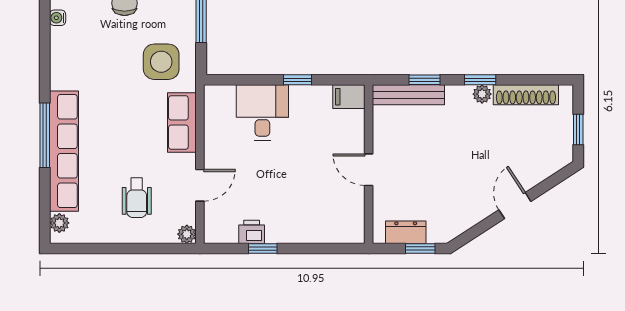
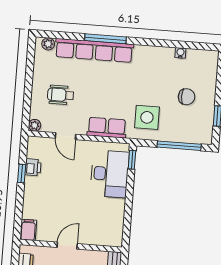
window: (297, 80) -> (132, 160), moved
filing cabinet: (349, 97) -> (28, 230), moved
desk: (262, 113) -> (110, 174), width x1.37

